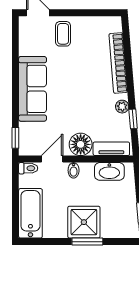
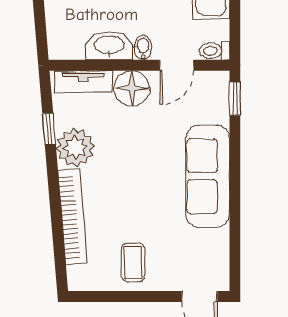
coffee table: (63, 34) -> (133, 263), moved
plant: (122, 107) -> (75, 147), width x1.88, depth x1.88
washbasin: (109, 171) -> (109, 46), moved

